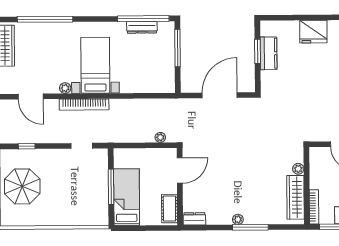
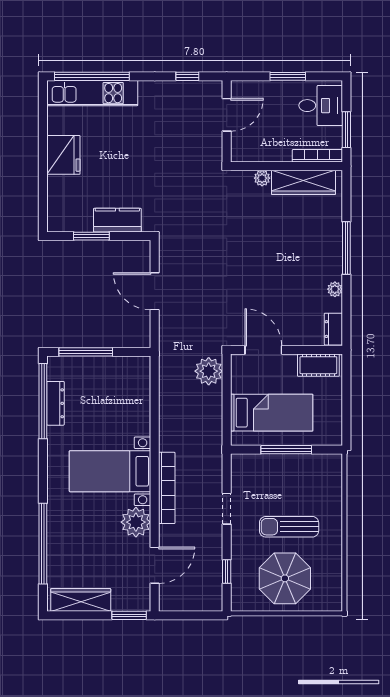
kitchen counter: (268, 53) -> (117, 220), moved
plant: (65, 88) -> (136, 522), width x1.88, depth x1.88
door: (220, 95) -> (155, 291), width x0.73
plant: (160, 137) -> (209, 371), width x1.87, depth x1.87
doorway: (82, 146) -> (227, 509), moved
sun lounger: (58, 189) -> (289, 527), added
bed: (127, 197) -> (272, 413), moved, turned 180
plant: (238, 219) -> (335, 289), moved

